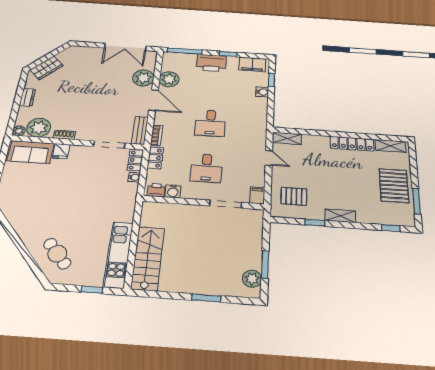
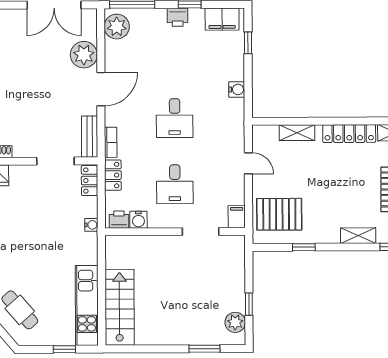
printer: (211, 63) -> (178, 17), width x0.53, depth x0.68
plant: (169, 79) -> (117, 27), moved
water cooler: (262, 92) -> (237, 89), moved
door: (154, 100) -> (101, 89), hinge flipped
shelving: (287, 138) -> (297, 133), moved
water cooler: (134, 177) -> (91, 225), moved
pallet: (294, 196) -> (279, 214), width x1.50, depth x1.42
shelving: (340, 216) -> (358, 236), moved
window: (265, 264) -> (249, 304), width x0.67
window: (206, 298) -> (204, 349), moved

